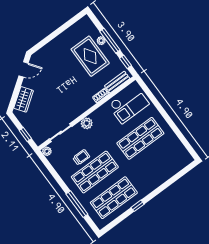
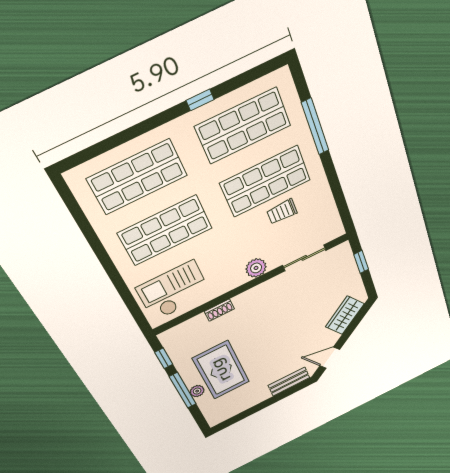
bench: (117, 82) -> (289, 382), moved
plant: (47, 151) -> (336, 230), removed
shop shelf: (159, 164) -> (137, 177), added

